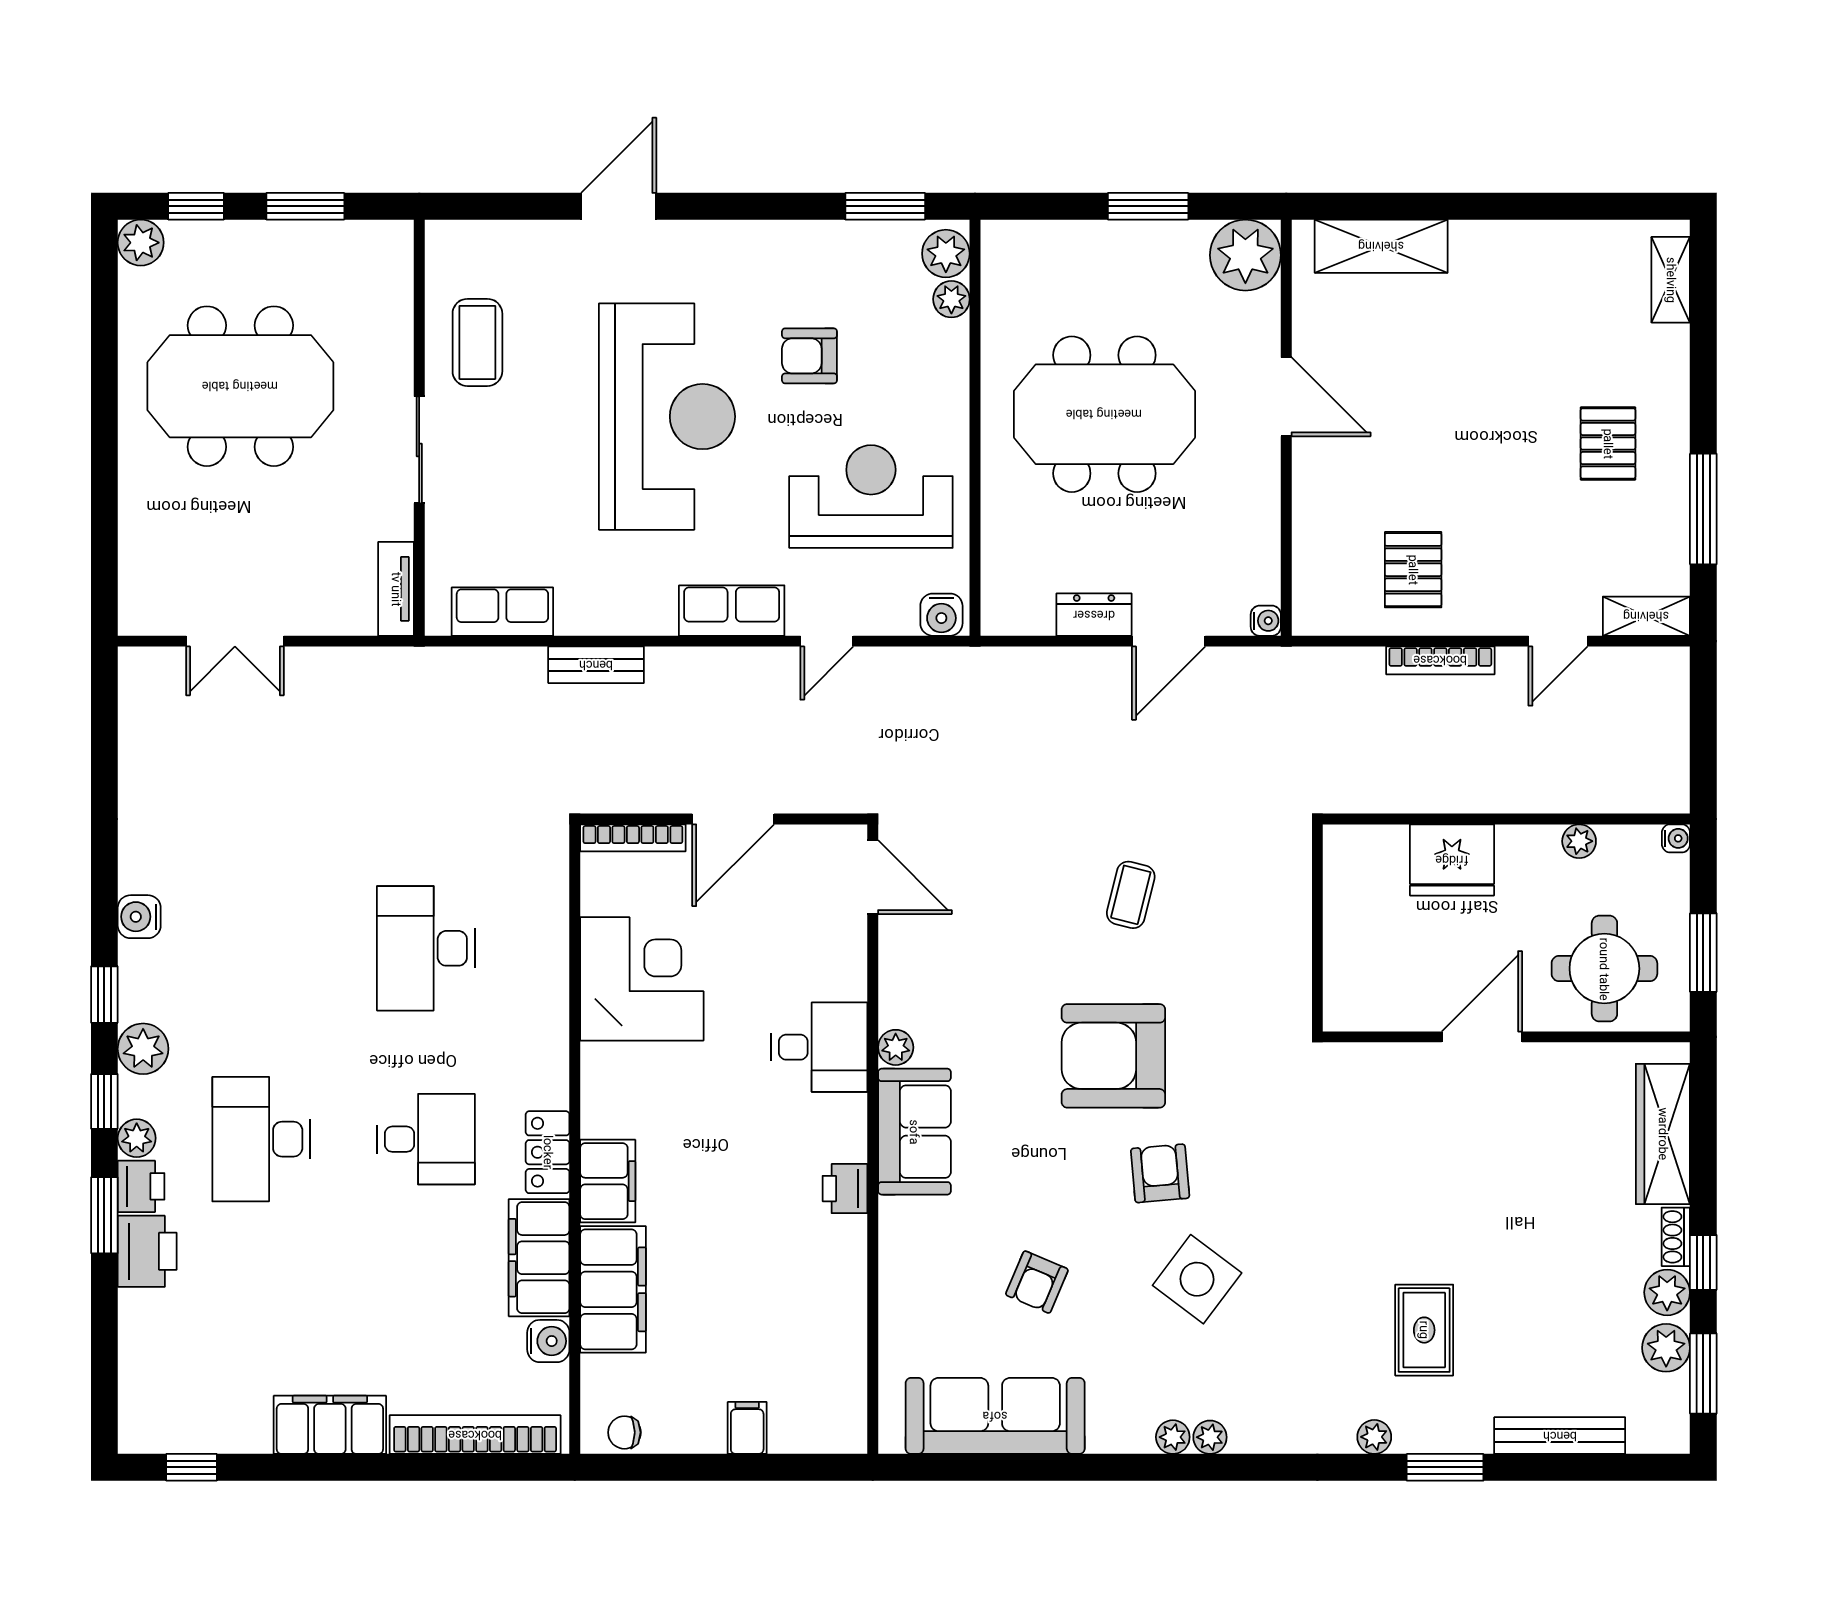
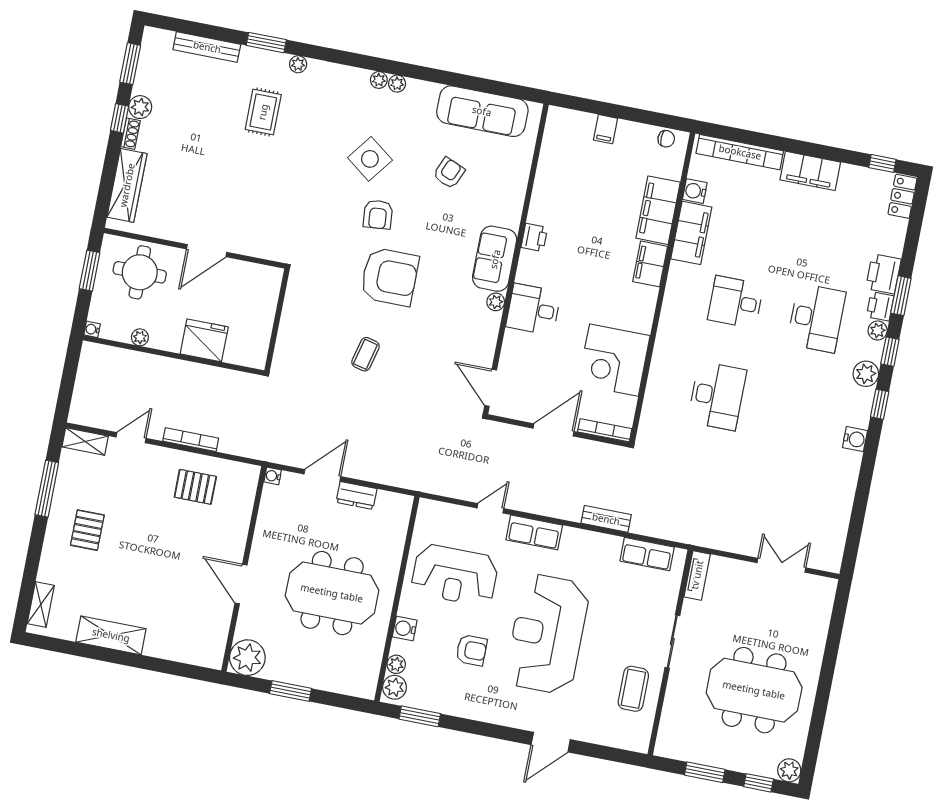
shelving: (1381, 246) -> (111, 635), moved
pallet: (1413, 570) -> (195, 487), turned 90
water cooler: (941, 615) -> (405, 629), moved, turned -90
locker: (548, 1152) -> (902, 196), moved, turned 180
plant: (1666, 1348) -> (146, 80), removed

